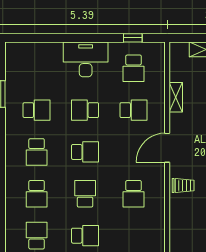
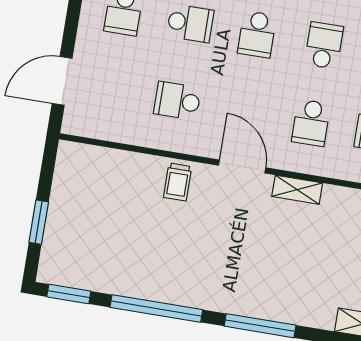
shelving: (176, 97) -> (297, 190), moved

